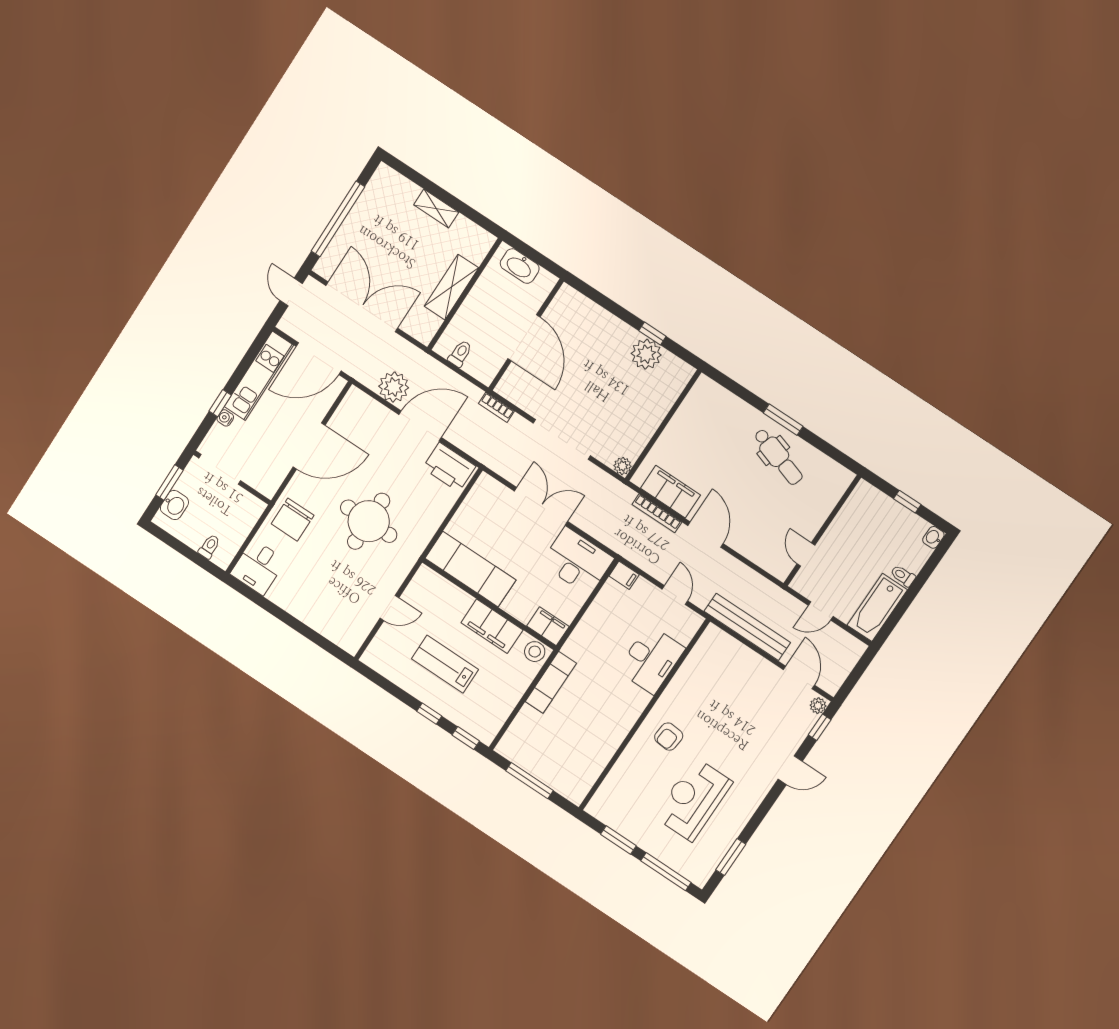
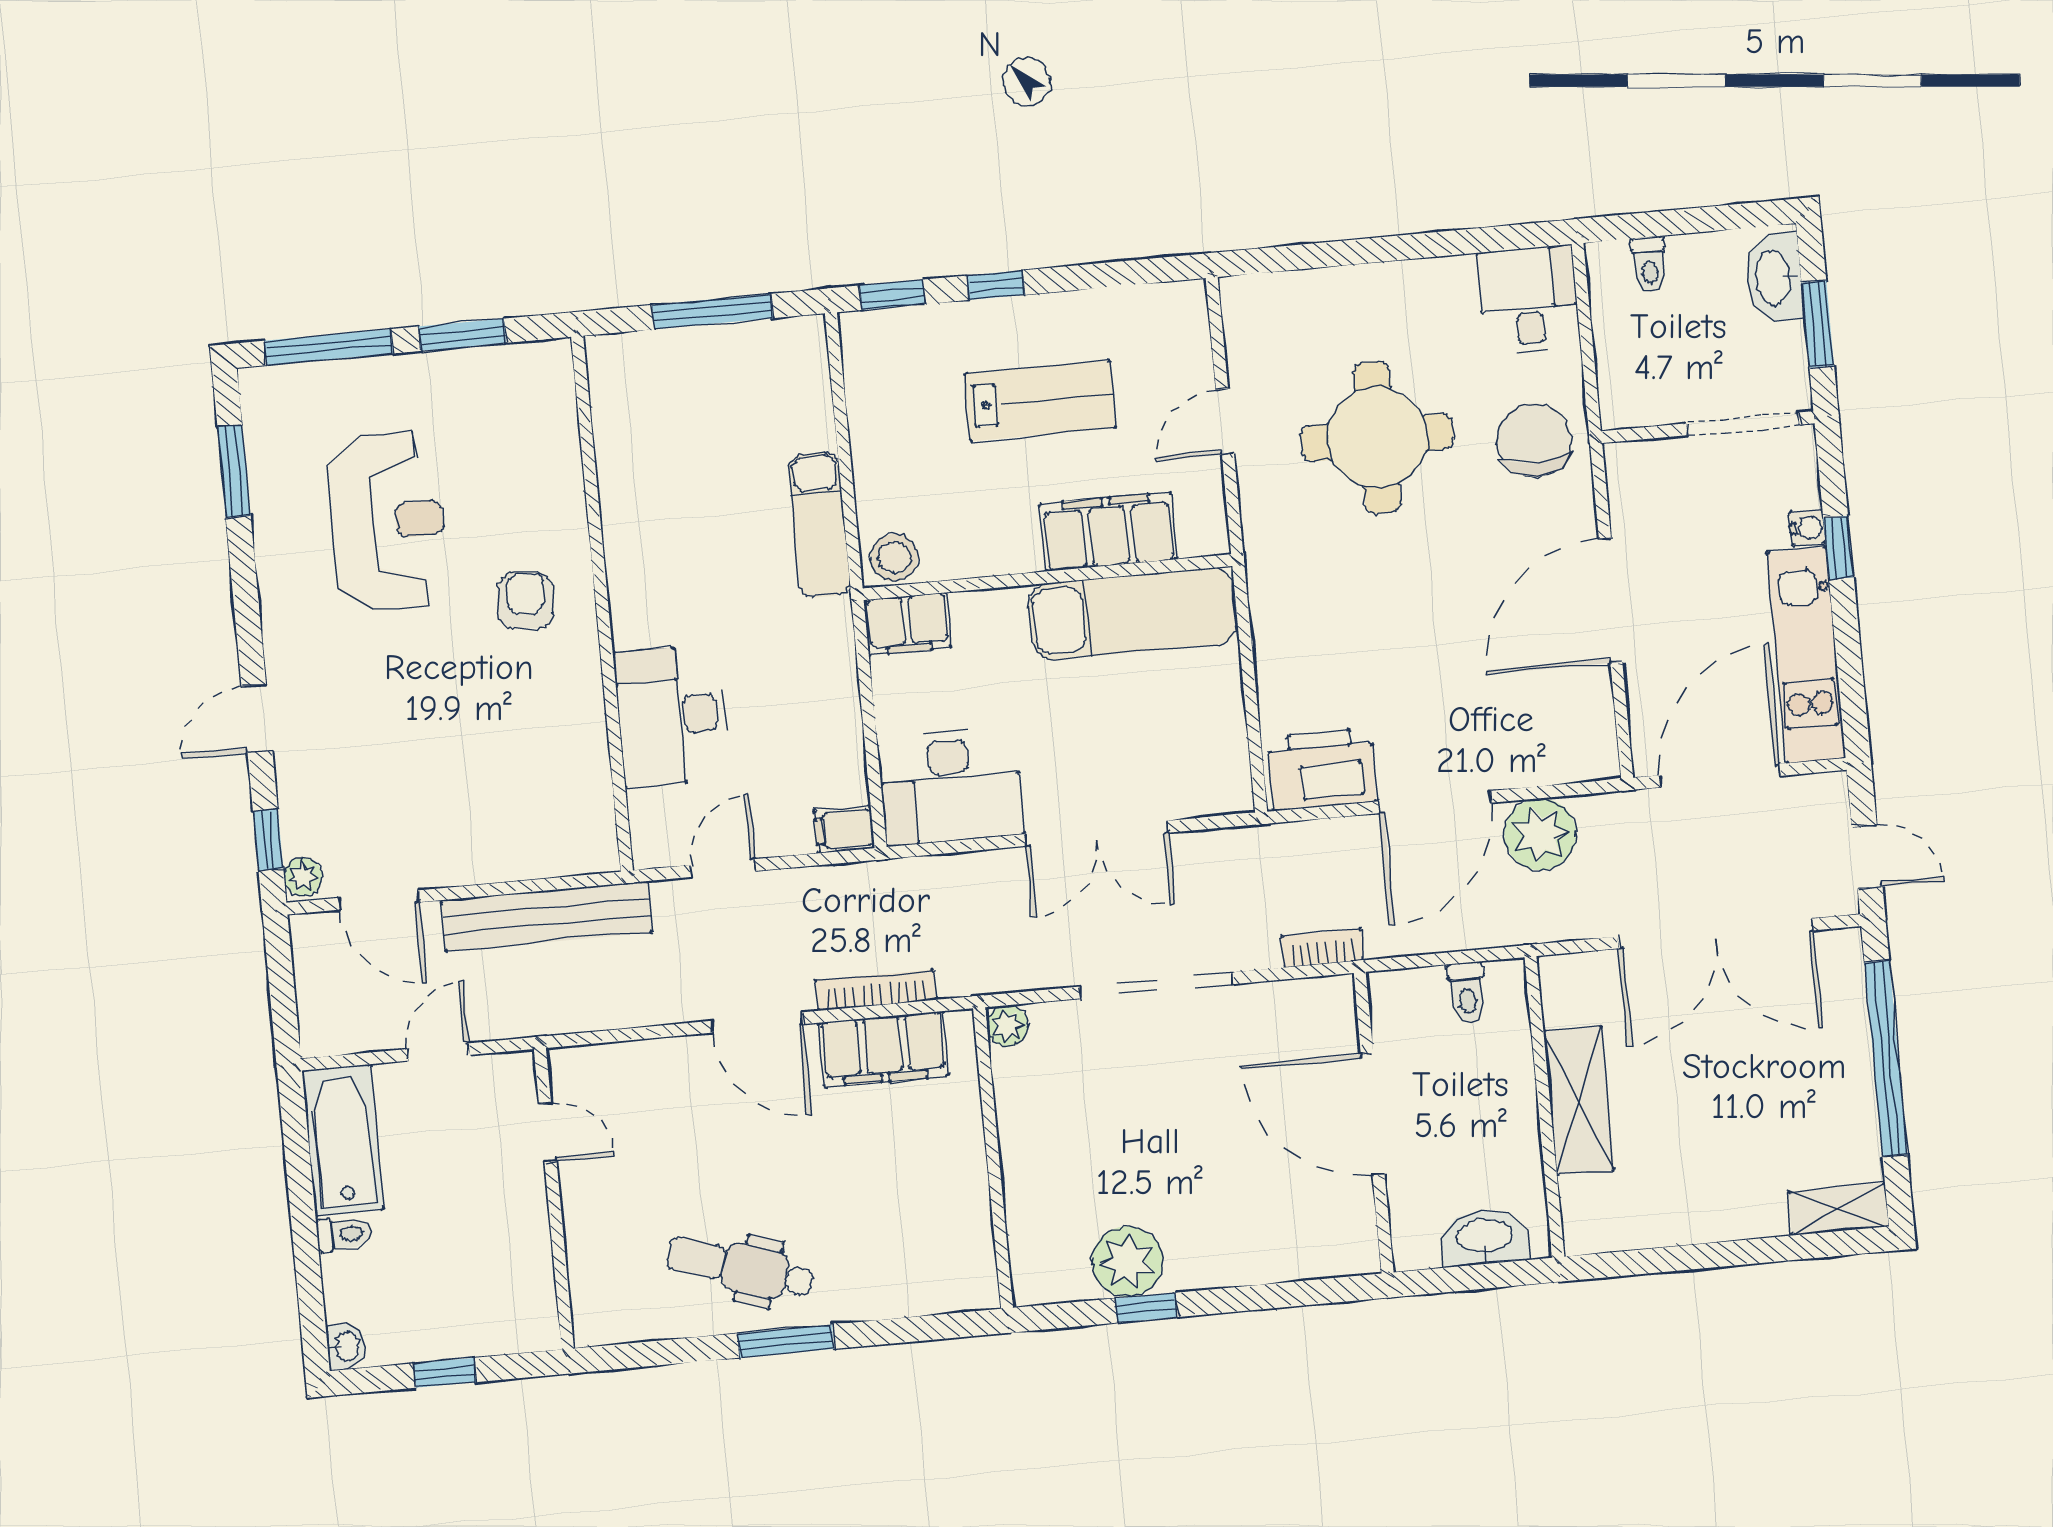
shelving: (436, 208) -> (1839, 1209), moved
washbasin: (174, 505) -> (1774, 278), width x1.38
round table: (369, 521) -> (1377, 437), moved
door: (675, 595) -> (723, 868), swing flipped
filing cabinet: (492, 626) -> (1108, 531), moved

